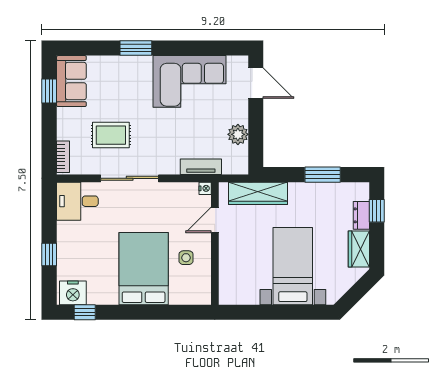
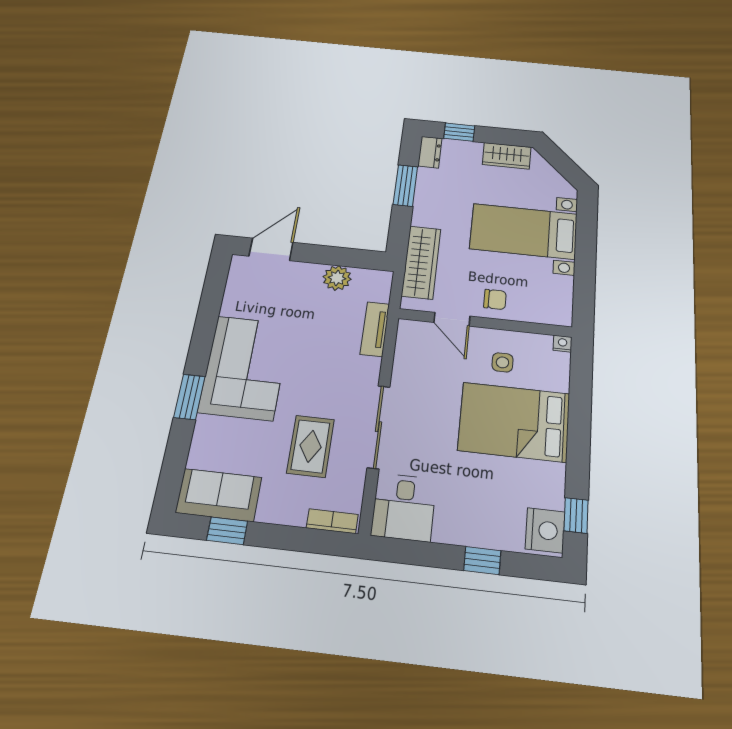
corner sofa: (189, 81) -> (245, 367), moved
nightstand: (205, 188) -> (563, 344), moved
dresser: (361, 215) -> (430, 152), moved, turned -90
chair: (234, 249) -> (495, 299), added

